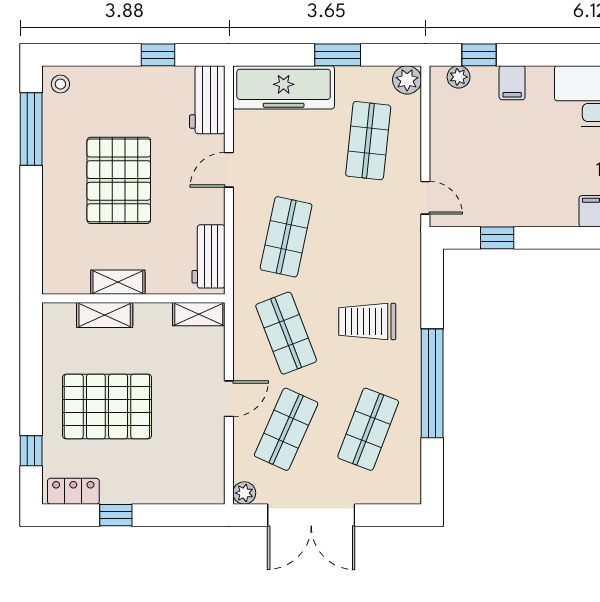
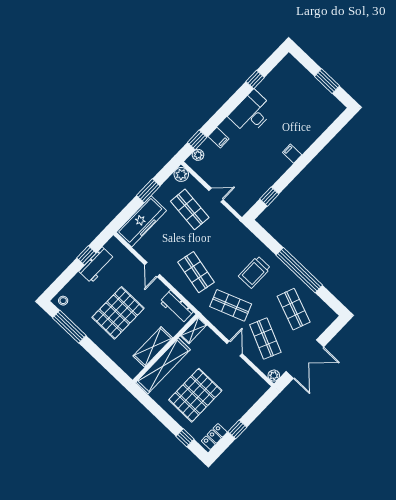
workbench: (207, 100) -> (97, 265), moved, turned -90
pallet: (119, 180) -> (118, 313), turned 90
door: (425, 198) -> (216, 195), moved
shelving: (118, 282) -> (153, 347), width x1.50, depth x1.33
shelving: (105, 315) -> (163, 366), width x2.20, depth x1.33

